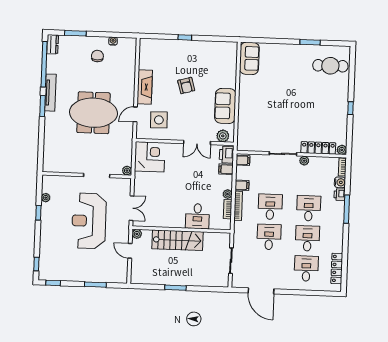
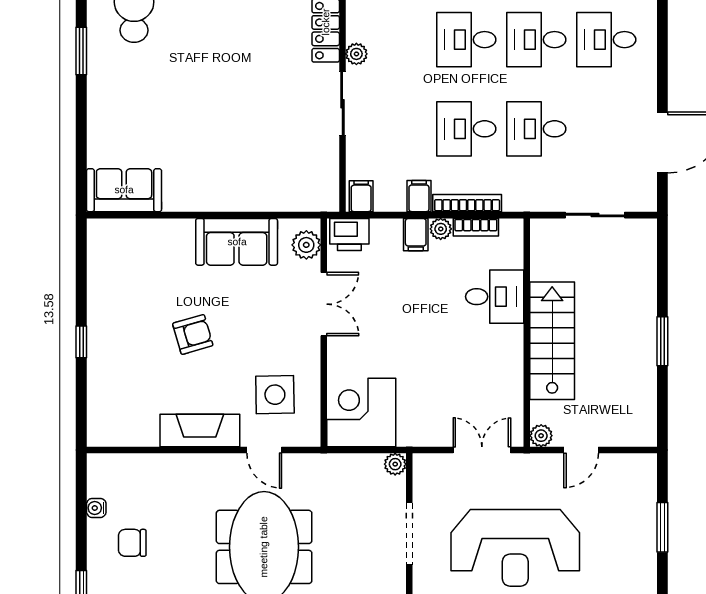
filing cabinet: (226, 169) -> (416, 235), moved

